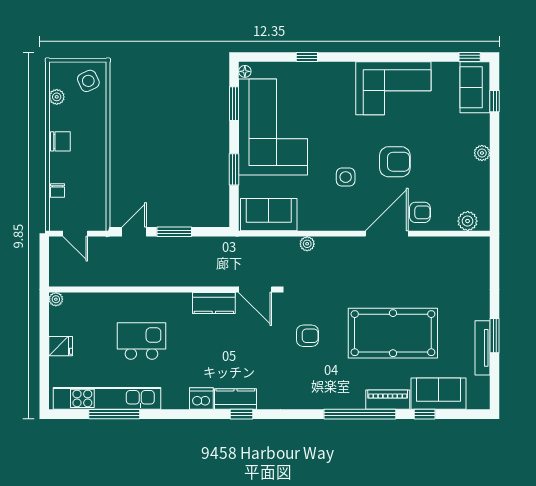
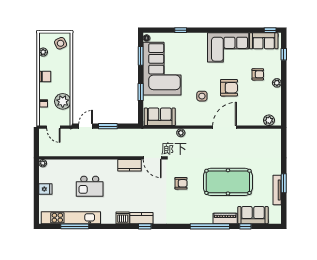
sofa: (475, 87) -> (264, 41), moved, turned -90
plant: (92, 187) -> (63, 101), added
armchair: (420, 212) -> (258, 74), moved
kitchen island: (141, 341) -> (90, 186), turned 180

